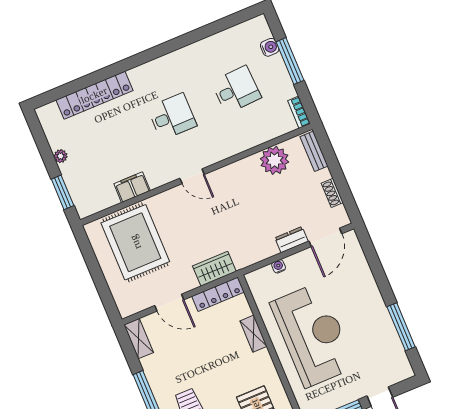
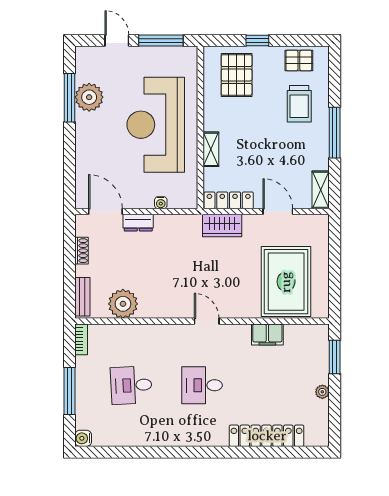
water cooler: (270, 47) -> (83, 438), moved
door: (325, 237) -> (105, 212), hinge flipped
plant: (384, 335) -> (89, 97), added

